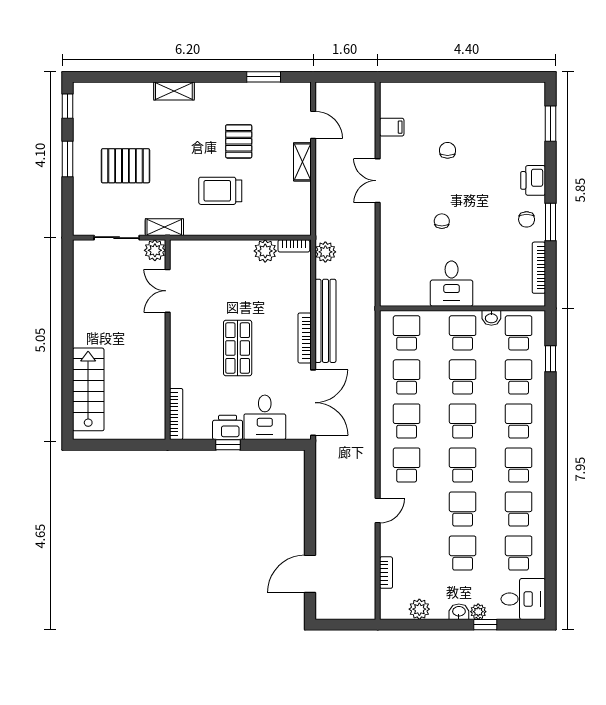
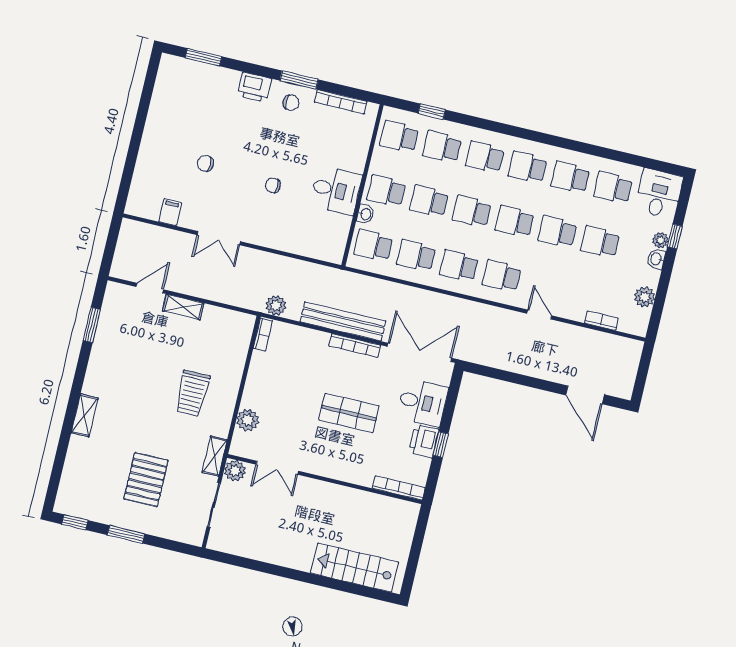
pallet: (239, 141) -> (149, 364), removed
plant: (265, 251) -> (248, 420), moved
washbasin: (491, 318) -> (365, 214), moved

